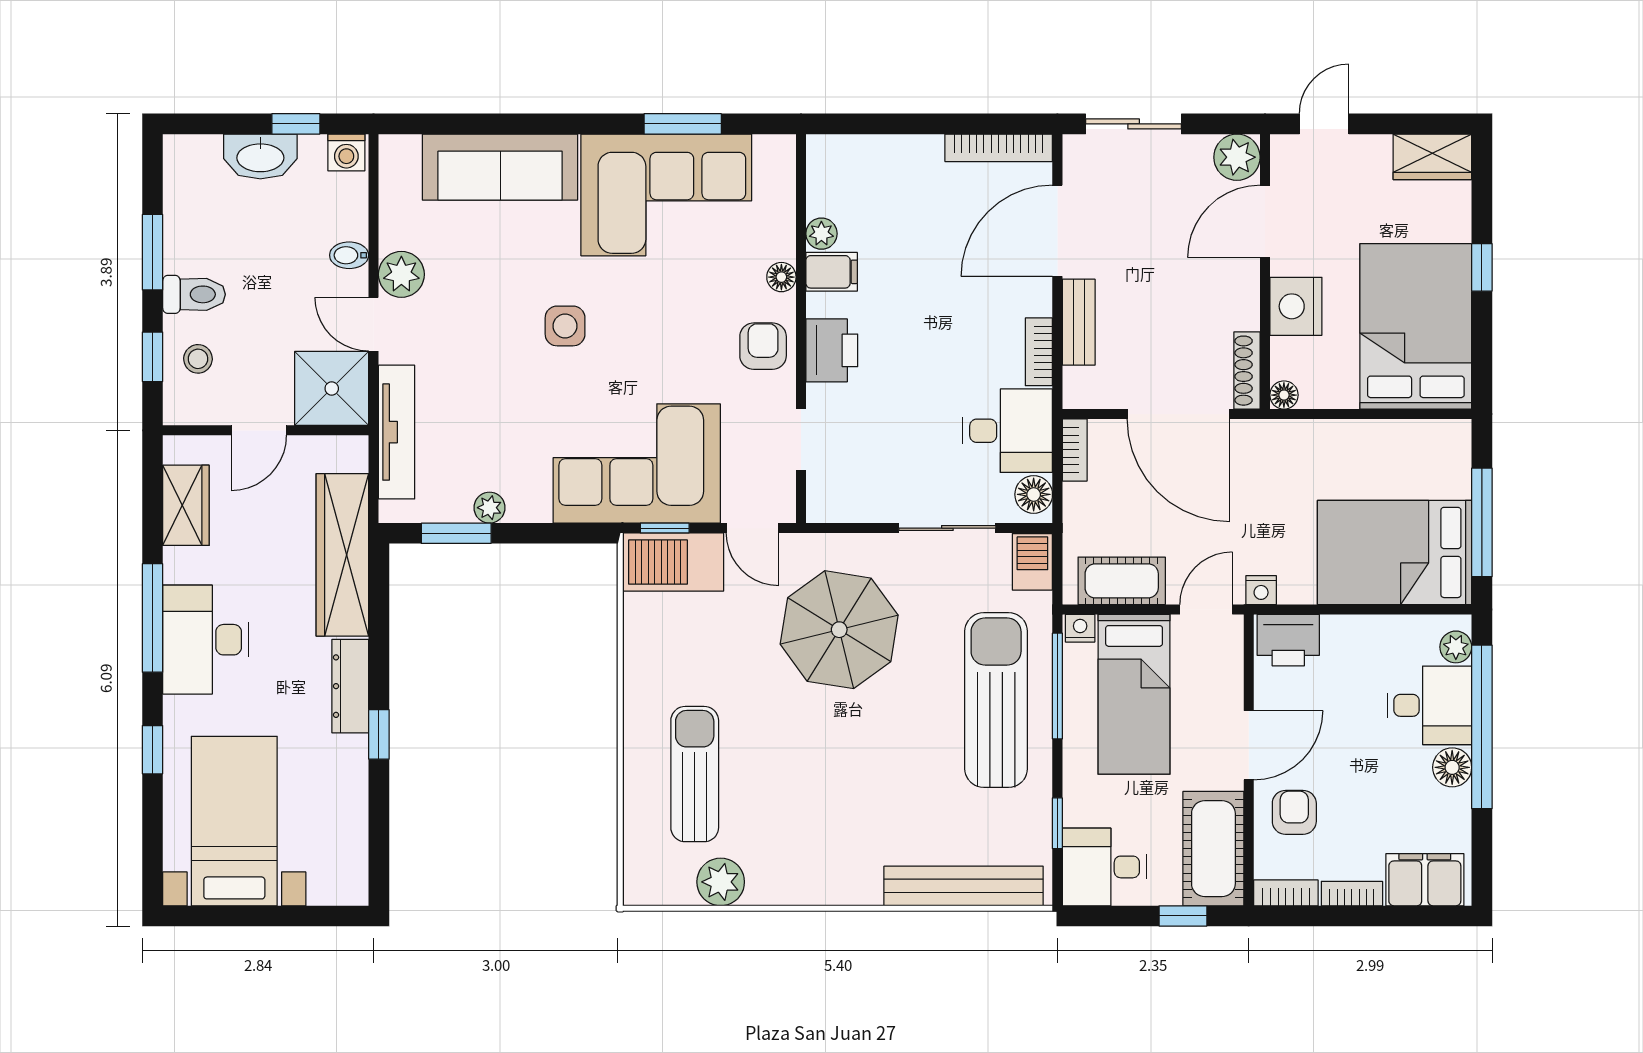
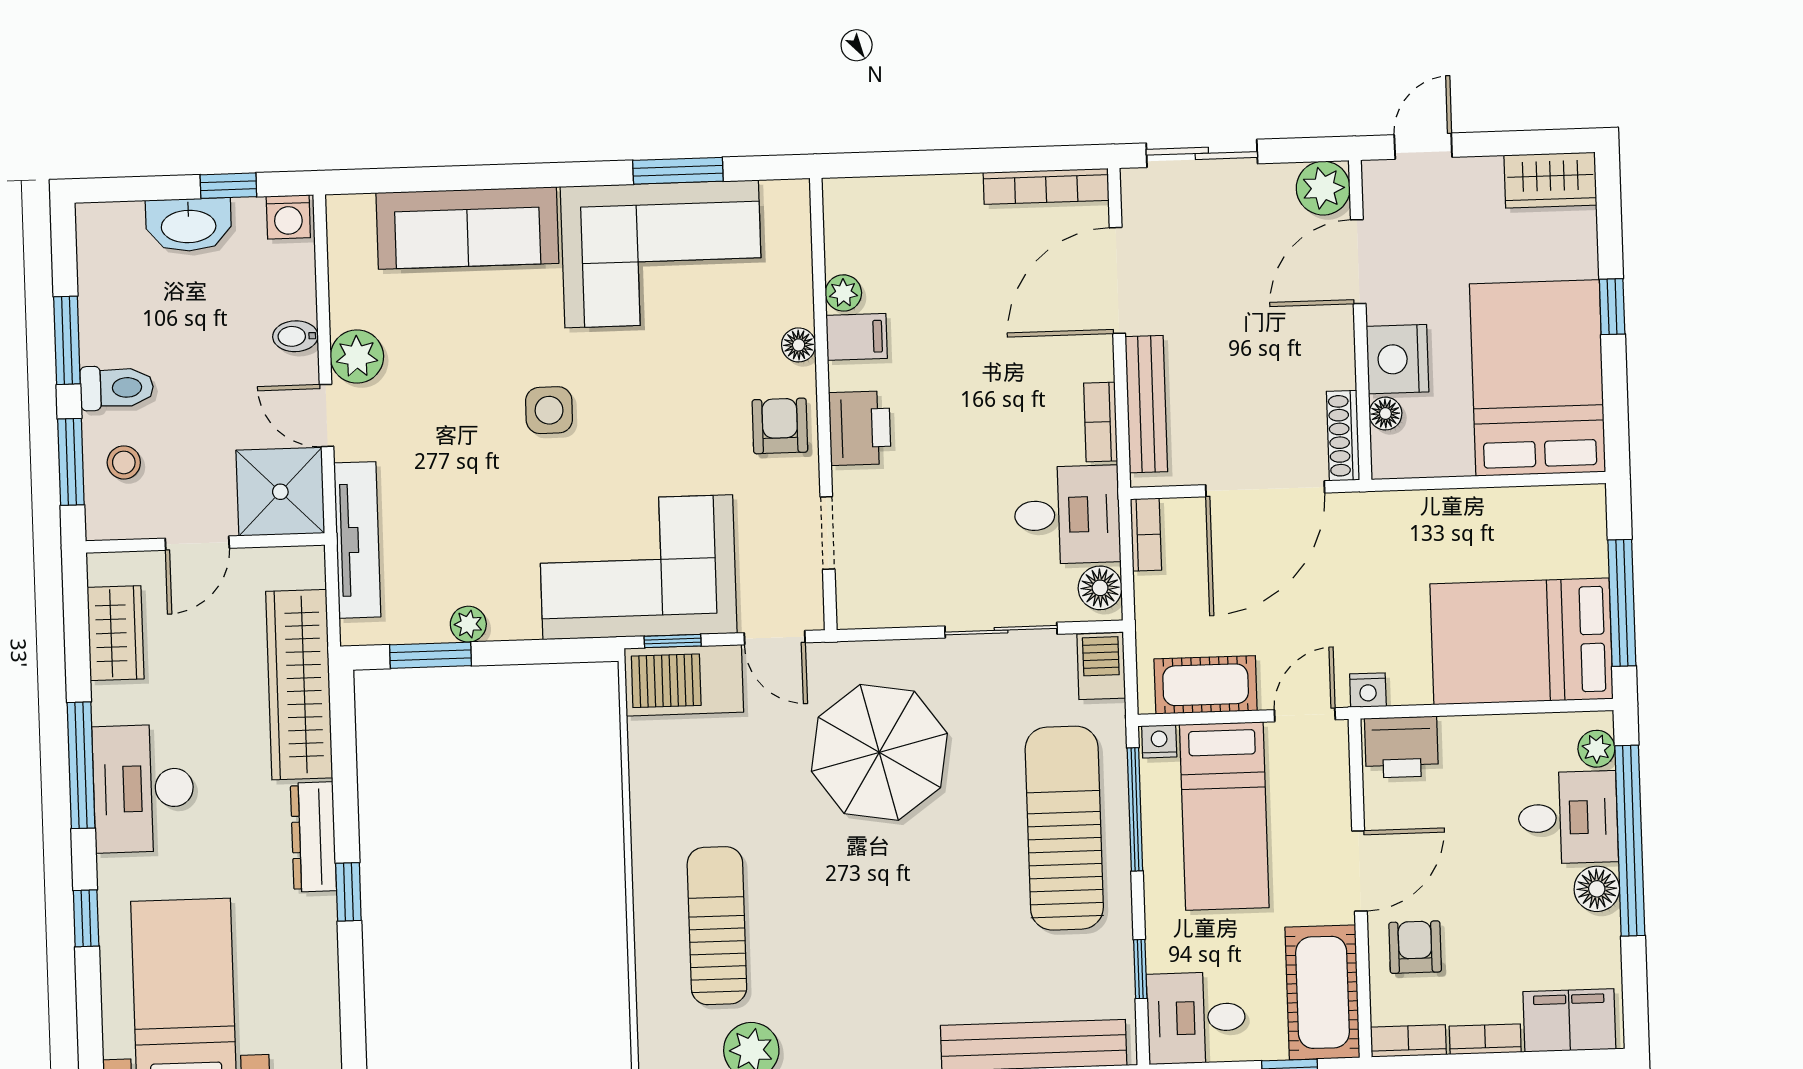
bench: (1079, 322) -> (1146, 404), width x1.36
window: (153, 357) -> (71, 462), width x1.50
floor lamp: (1284, 395) -> (1385, 414), moved
door: (1178, 414) -> (1265, 489), hinge flipped

